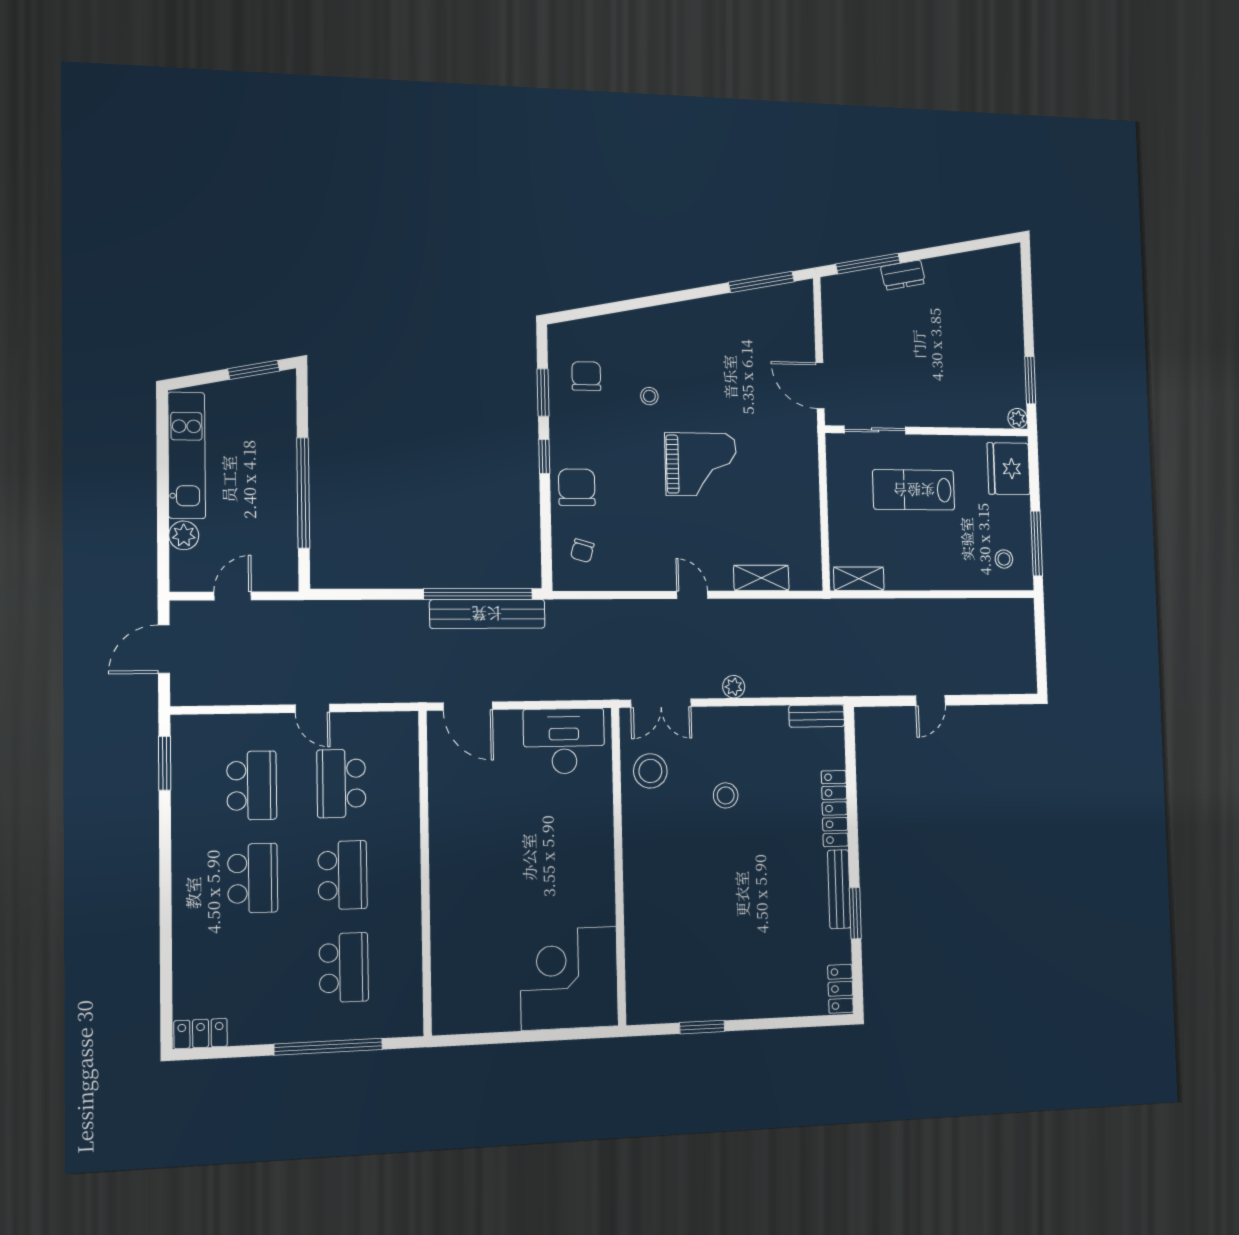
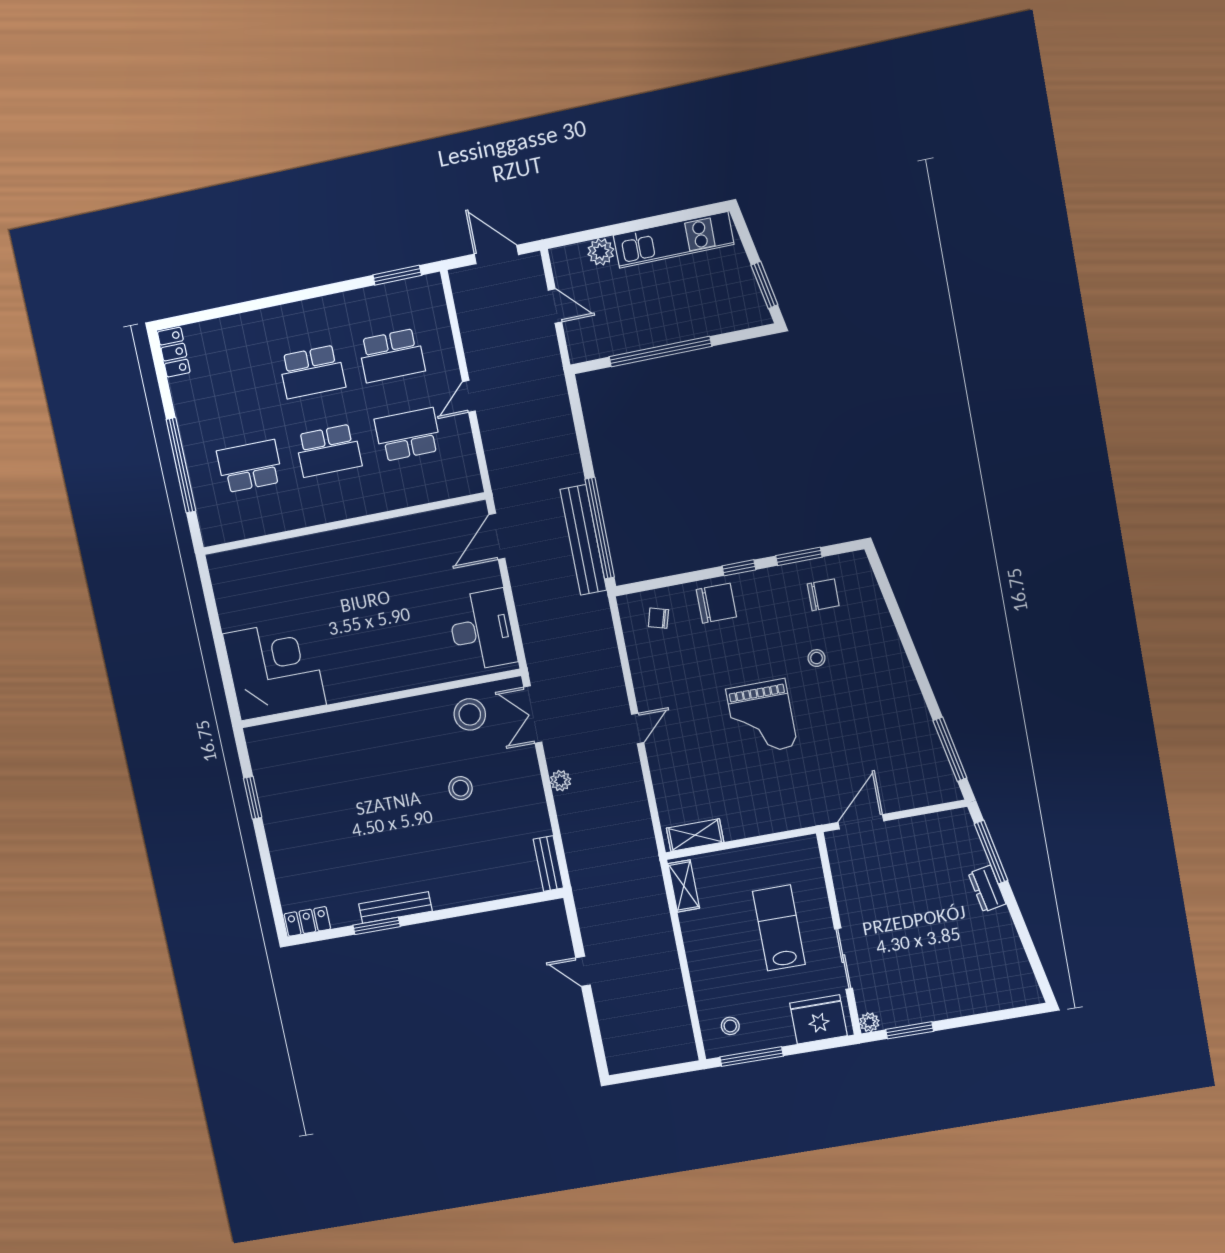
sliding door: (875, 430) -> (843, 959), moved
shelving: (761, 578) -> (695, 835), moved, turned 90
locker: (835, 808) -> (467, 893), removed
school desk: (344, 968) -> (250, 466), turned 180

